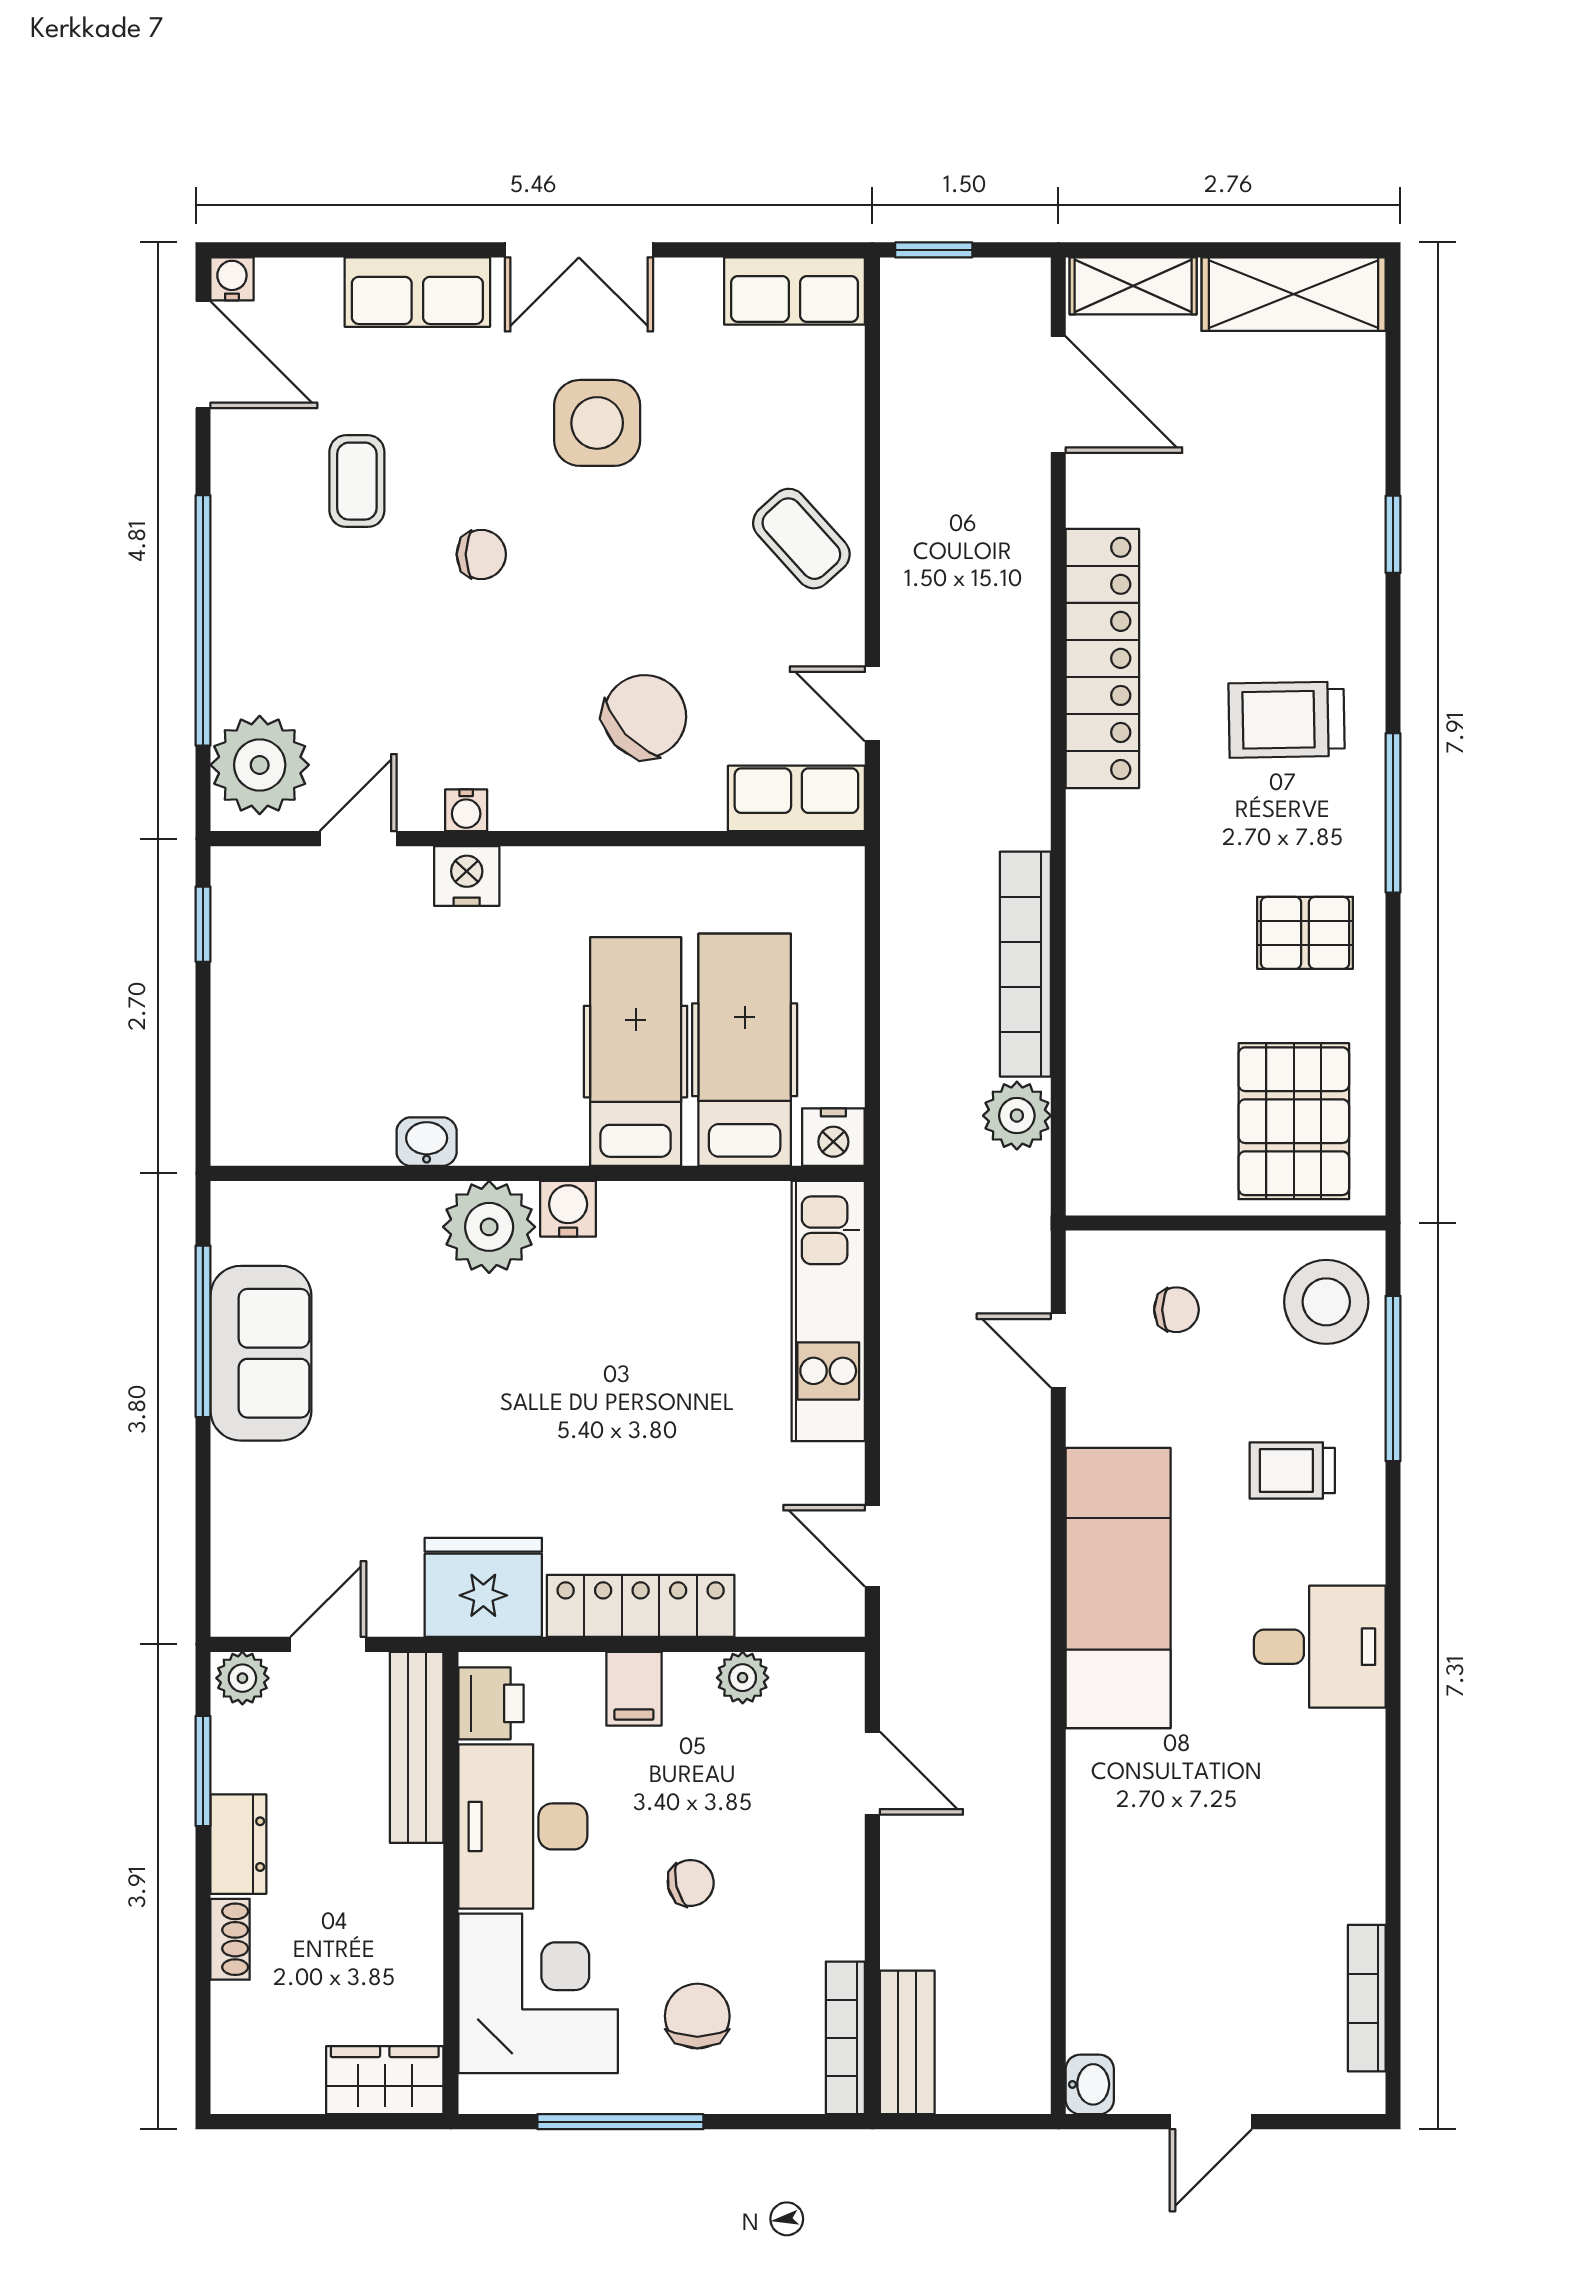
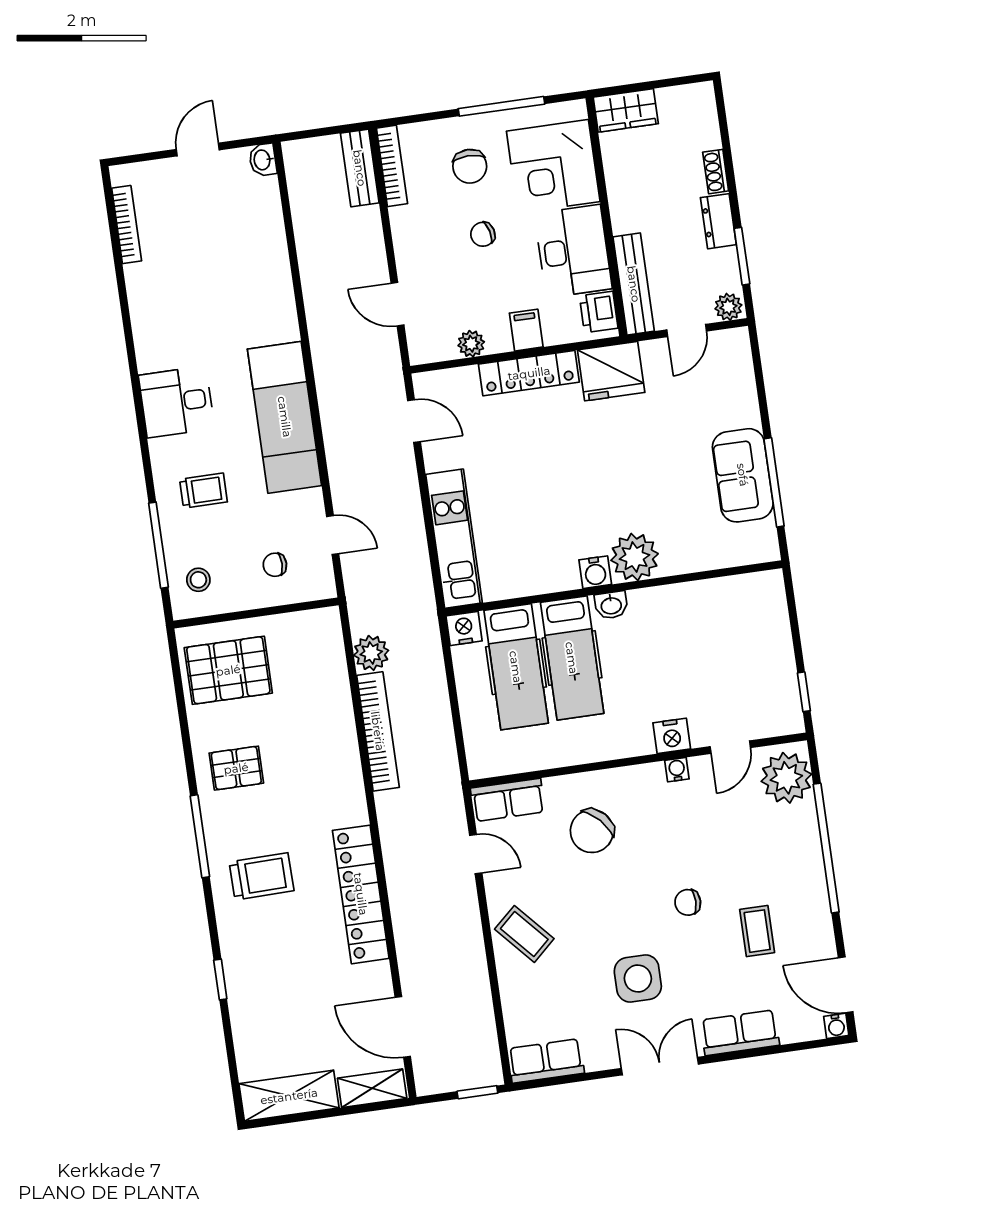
pallet: (1294, 1121) -> (228, 670), turned 90
washbasin: (427, 1142) -> (611, 605), moved
stool: (1326, 1302) -> (198, 580), width x0.53, depth x0.53

